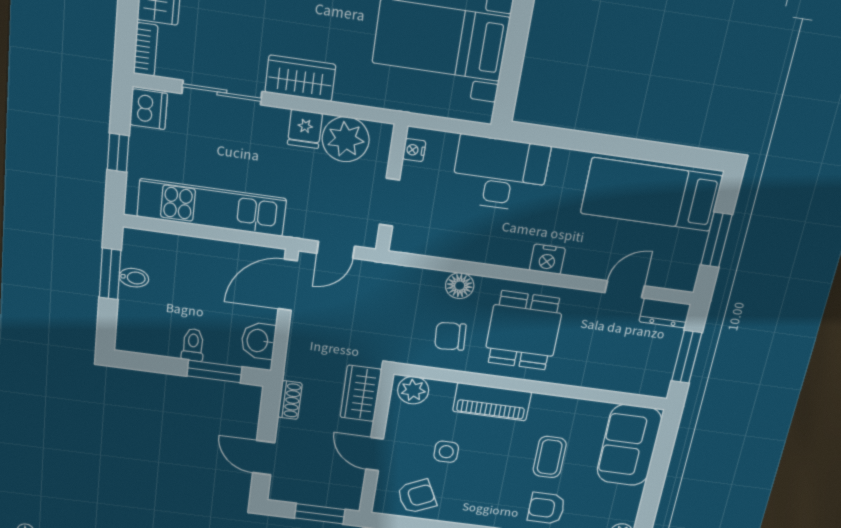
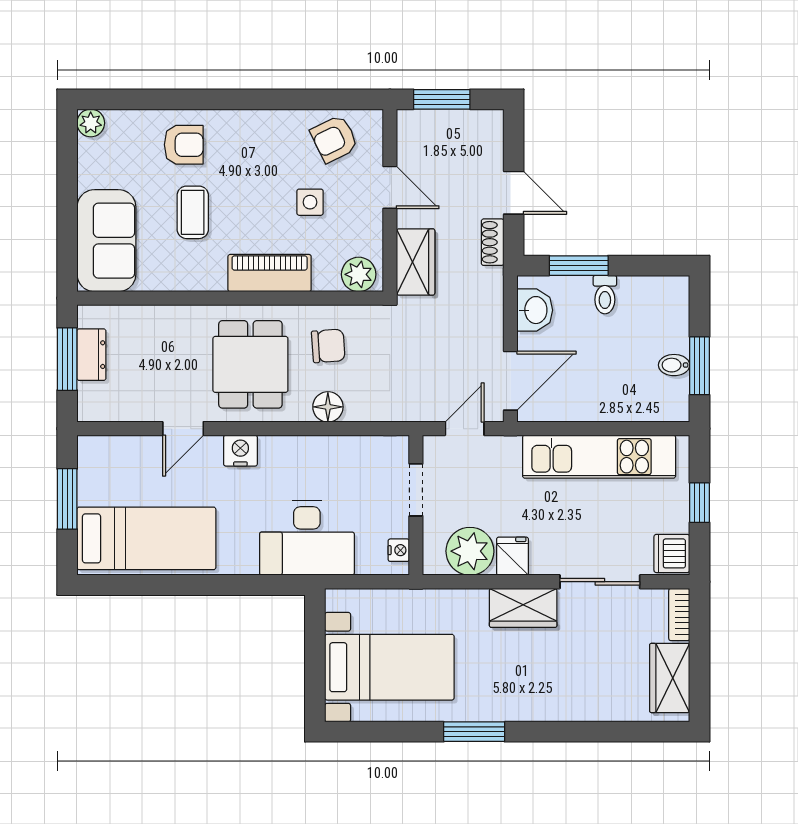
door: (625, 289) -> (183, 429), moved
dresser: (665, 313) -> (91, 355), moved, turned 90
door: (264, 458) -> (514, 193), moved

